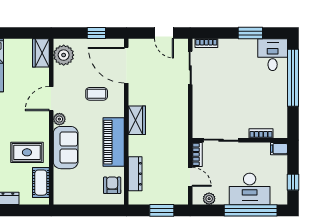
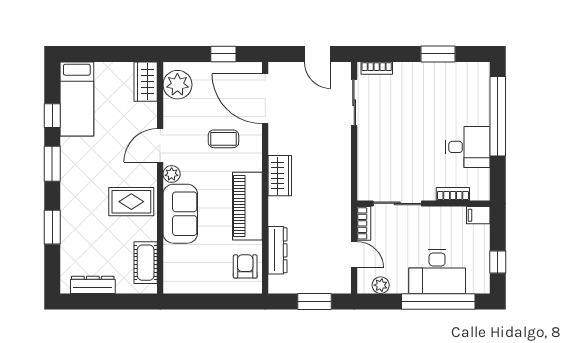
desk: (273, 55) -> (468, 147), moved, turned 90
rug: (27, 152) -> (131, 202), moved

